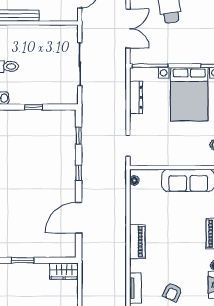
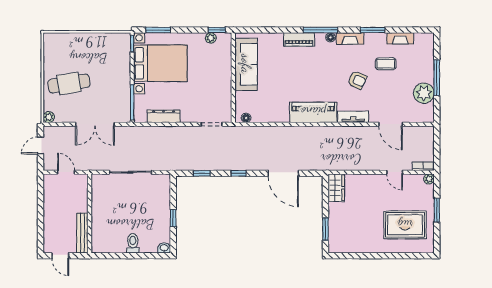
double door: (128, 28) -> (95, 124), swing flipped
piano: (137, 242) -> (313, 112), width x1.37, depth x1.33

